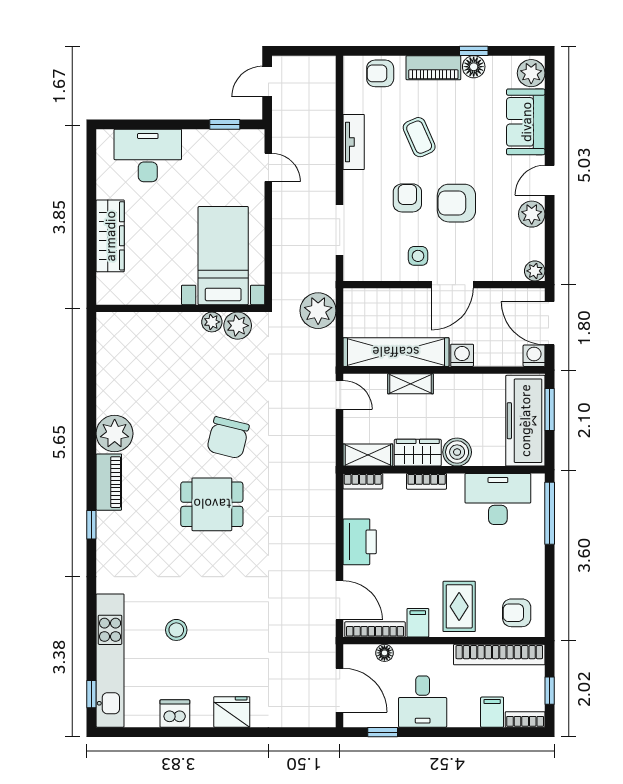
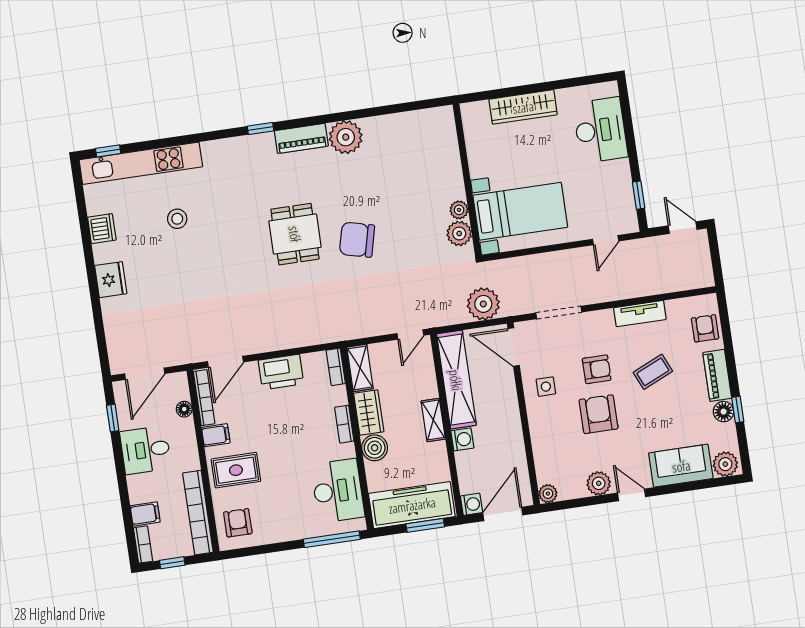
door: (452, 285) -> (514, 347), moved
shelving: (410, 384) -> (433, 420), moved

